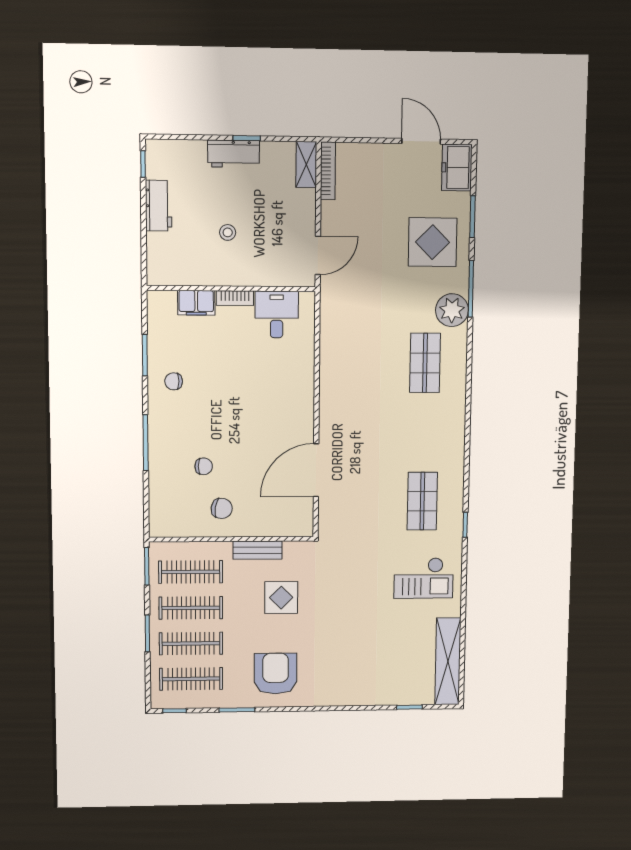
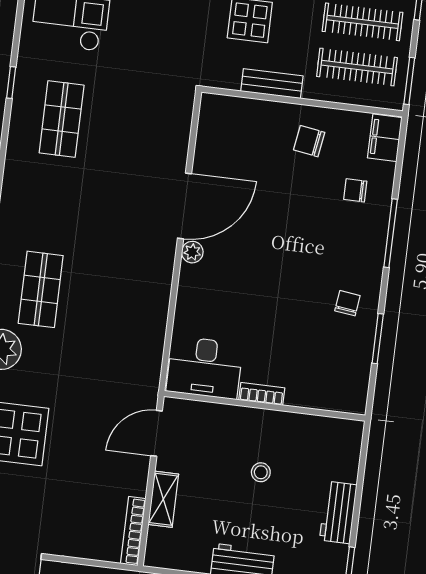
shelving: (306, 165) -> (163, 499), moved
filing cabinet: (196, 303) -> (385, 138), moved, turned -90
desk: (277, 314) -> (205, 368), width x1.37
chair: (174, 381) -> (347, 303), turned -83
plant: (306, 408) -> (192, 252), added
chair: (204, 466) -> (355, 190), moved
door: (316, 470) -> (184, 206), moved

